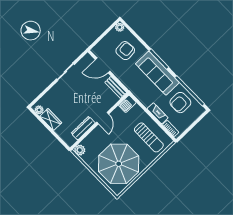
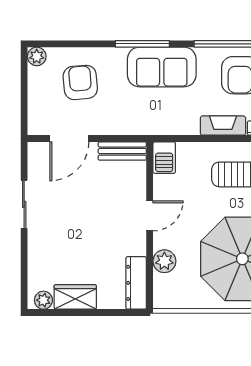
sofa: (157, 73) -> (162, 67), width x0.73
door: (103, 118) -> (150, 216), hinge flipped
dresser: (83, 128) -> (136, 283), moved
plant: (80, 150) -> (164, 261), moved

